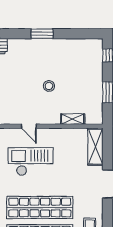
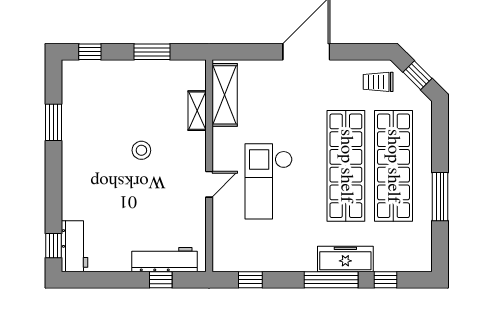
window: (42, 34) -> (53, 122), moved
shelving: (95, 147) -> (225, 95), moved, turned 90

